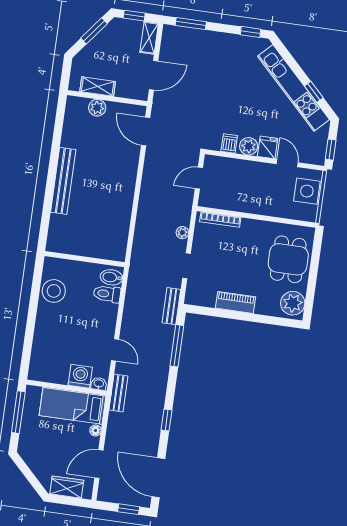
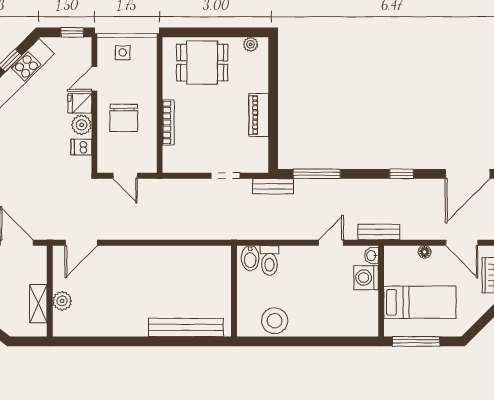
bench: (63, 181) -> (186, 327), moved
chair: (250, 184) -> (124, 118), added
side table: (307, 191) -> (123, 52), width x0.54, depth x0.54
bookcase: (220, 220) -> (168, 122), moved
plant: (182, 233) -> (189, 186), removed
plant: (293, 303) -> (251, 44), width x0.53, depth x0.53
bed: (73, 406) -> (420, 302), moved, turned -90

